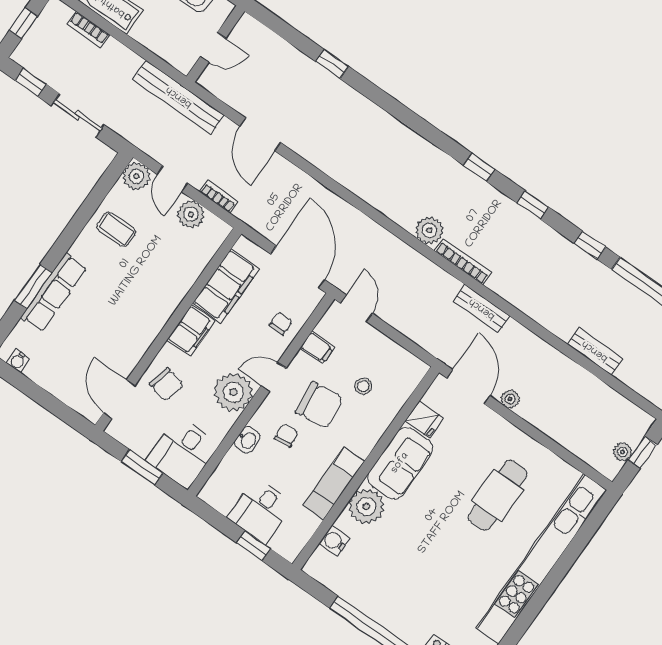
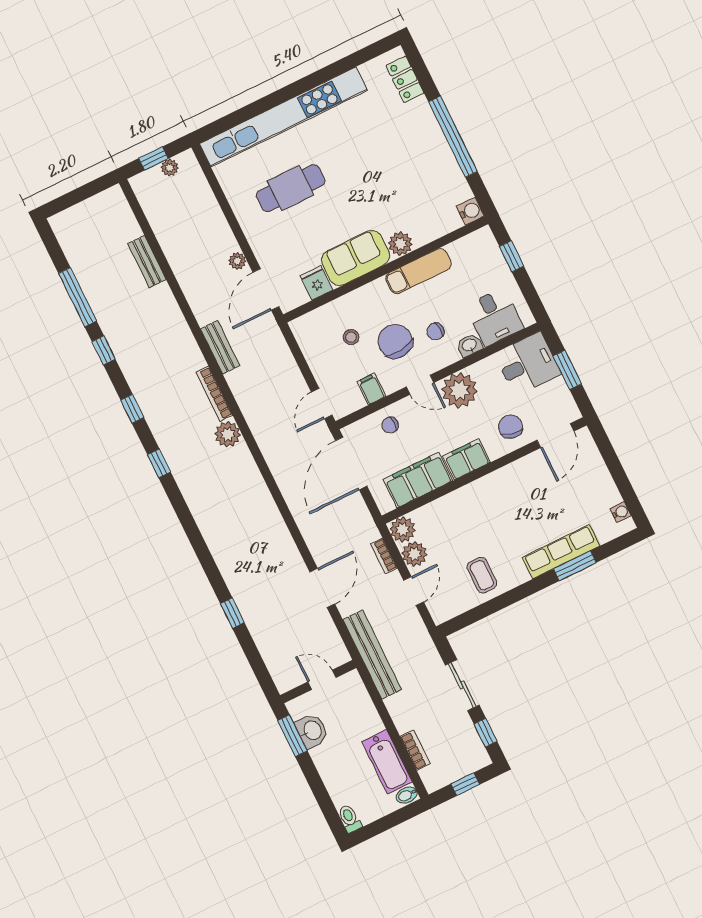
plant: (136, 176) -> (403, 530), moved
plant: (366, 506) -> (400, 244), width x0.73, depth x0.73
desk: (260, 510) -> (494, 317), moved, turned 90
water cooler: (334, 541) -> (470, 211), moved, turned -90

